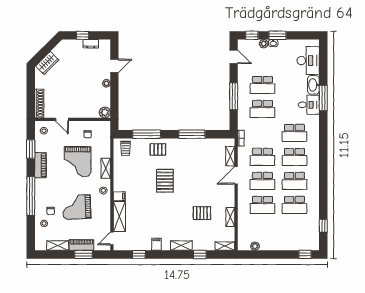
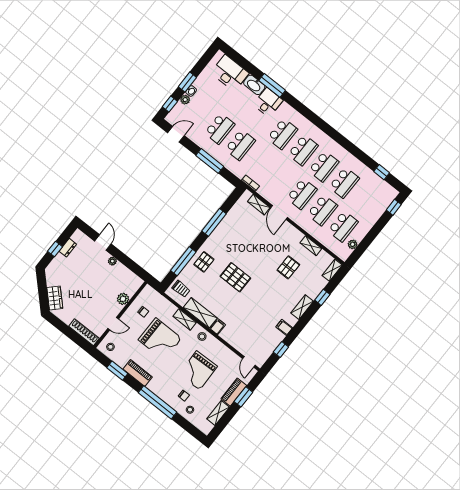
plant: (105, 112) -> (123, 299), moved
school desk: (262, 157) -> (343, 226), moved
shelving: (119, 216) -> (200, 313), moved

